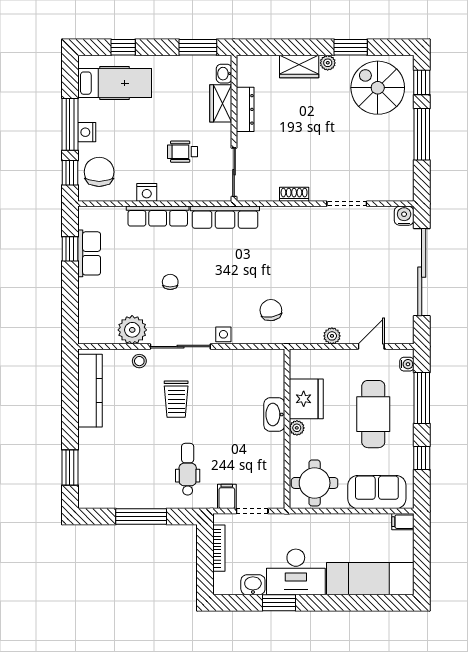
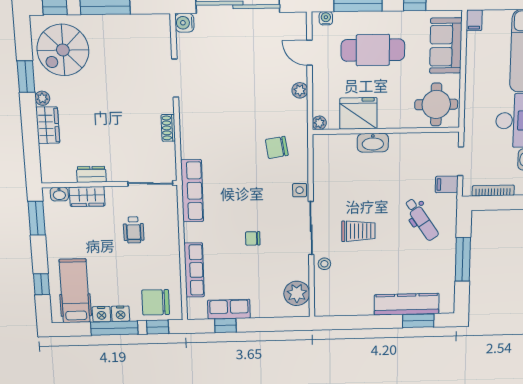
dresser: (245, 109) -> (91, 174), width x0.70
nightstand: (147, 192) -> (101, 314), moved, turned 90
row of seats: (158, 216) -> (194, 270), moved
plant: (132, 330) -> (297, 293), moved
kitchen counter: (90, 391) -> (407, 304), moved
plant: (297, 428) -> (319, 123), moved
dental chair: (188, 469) -> (422, 220), turned -124

